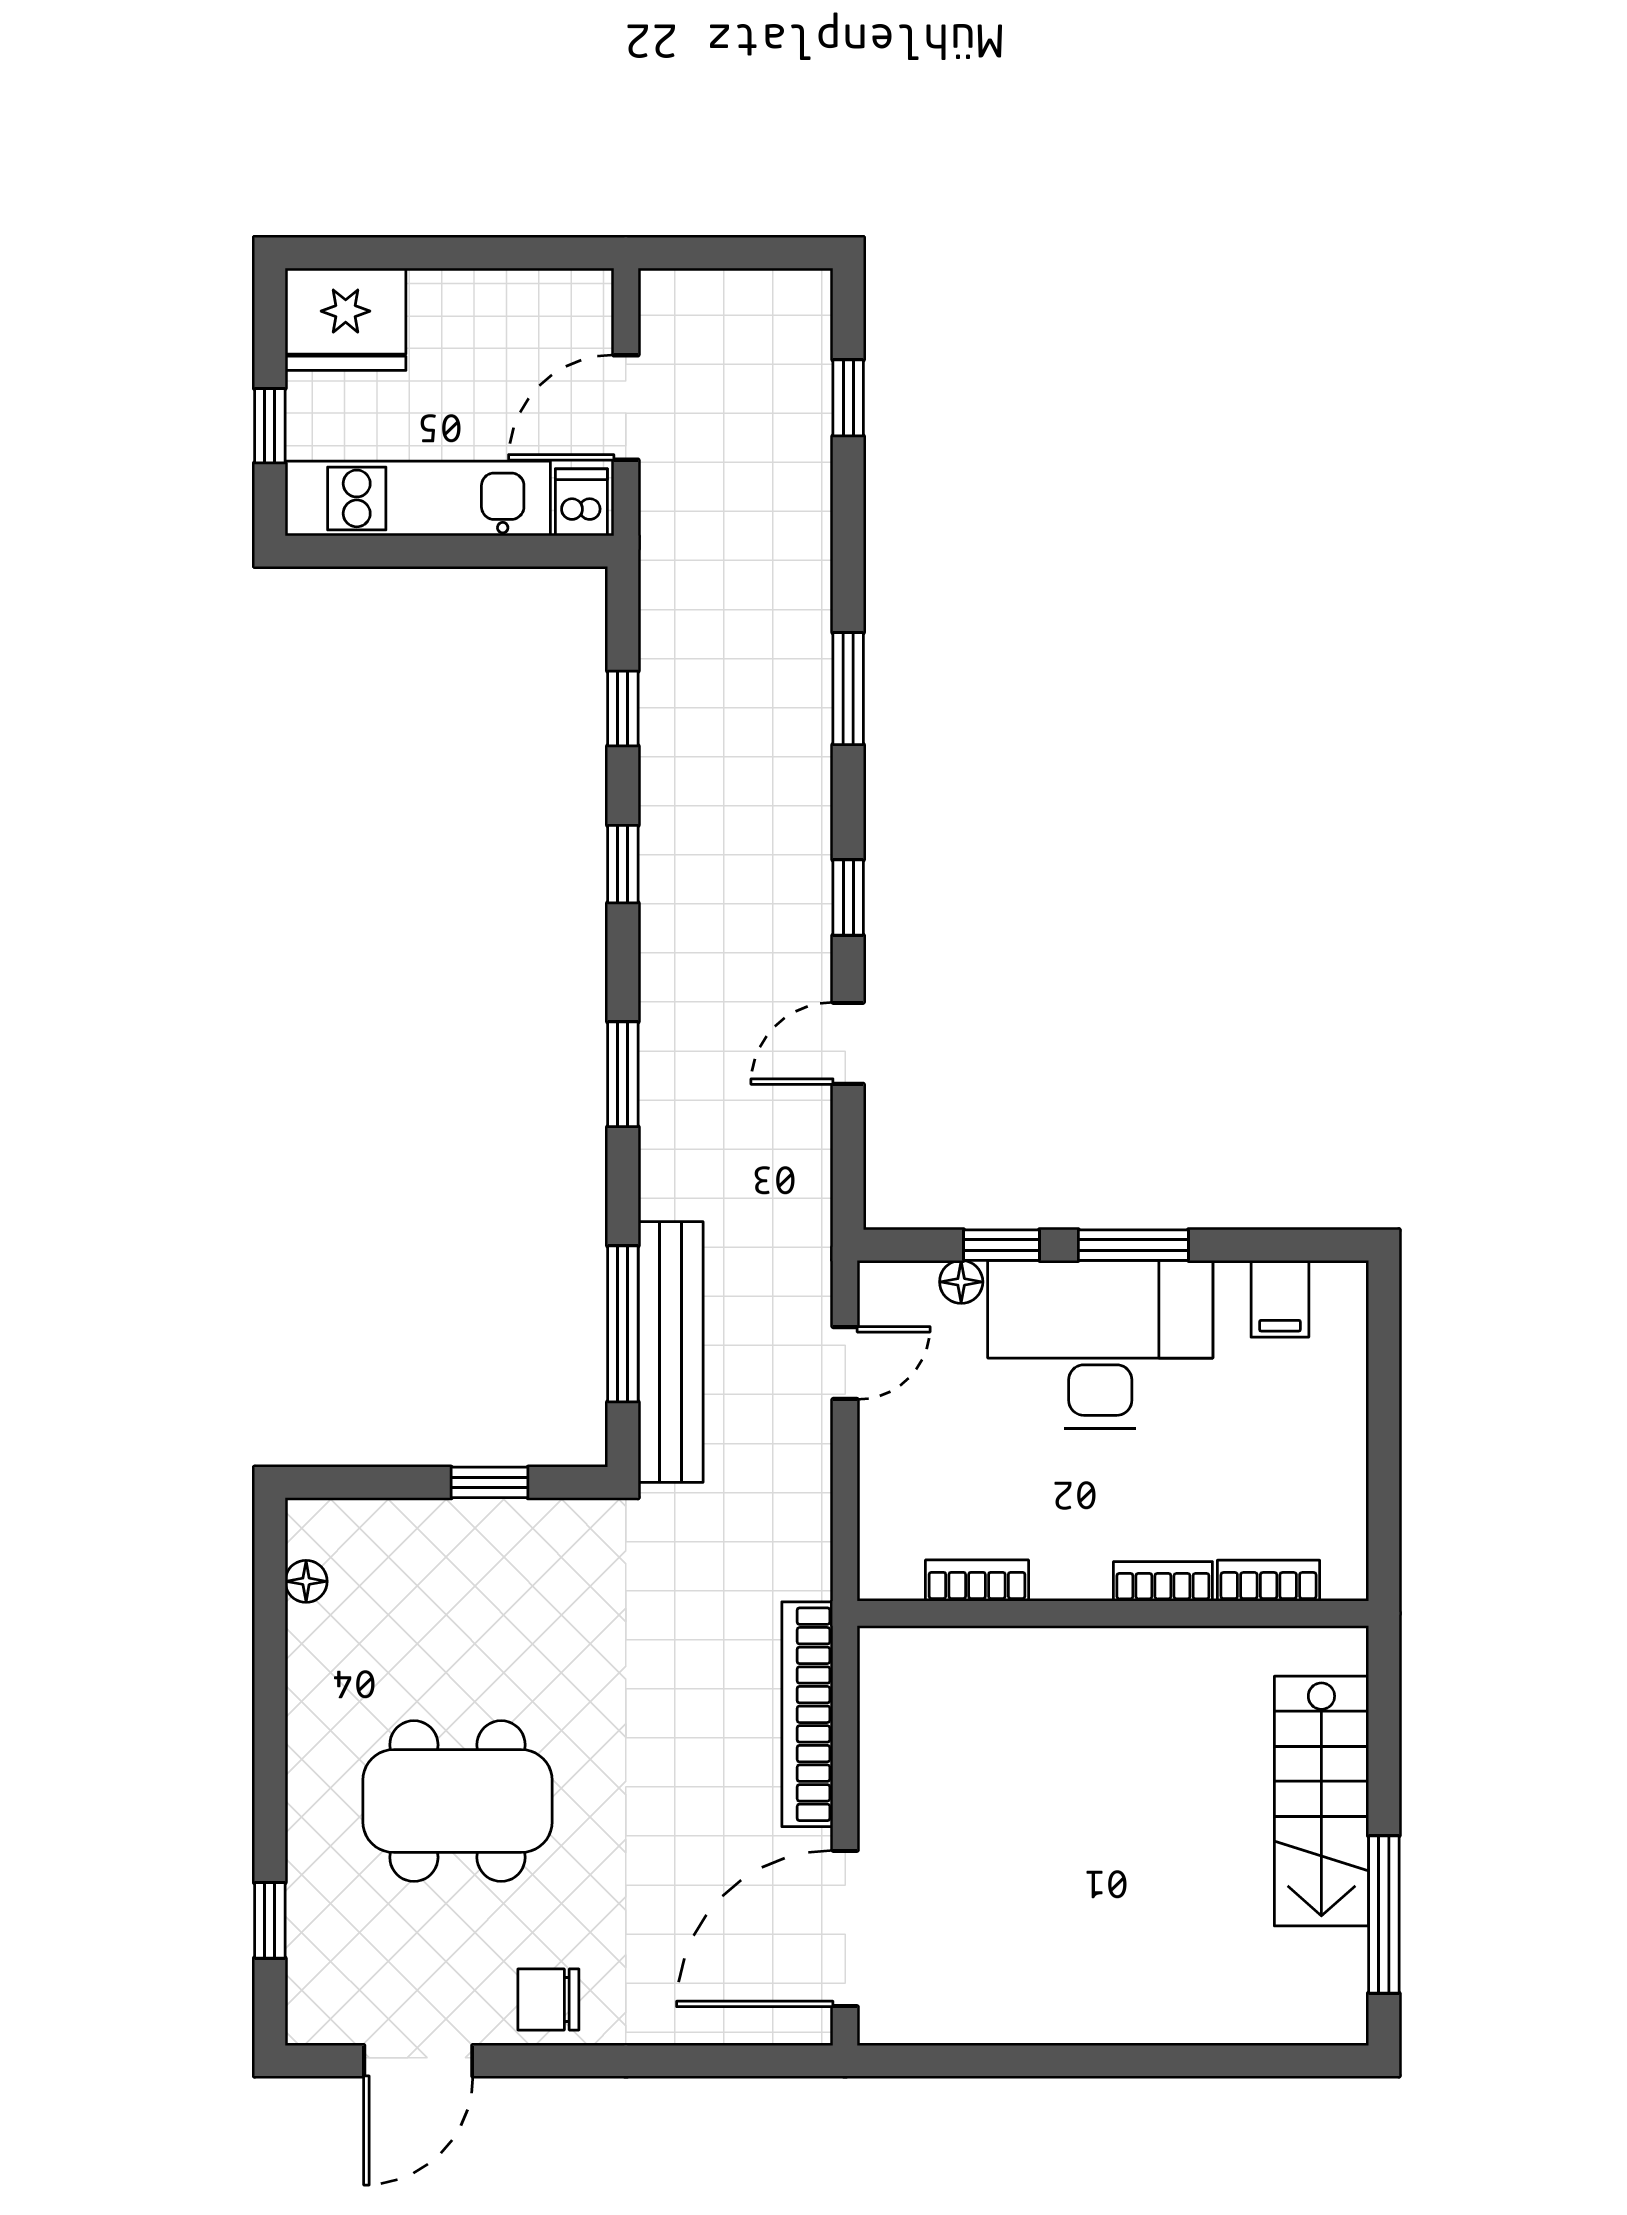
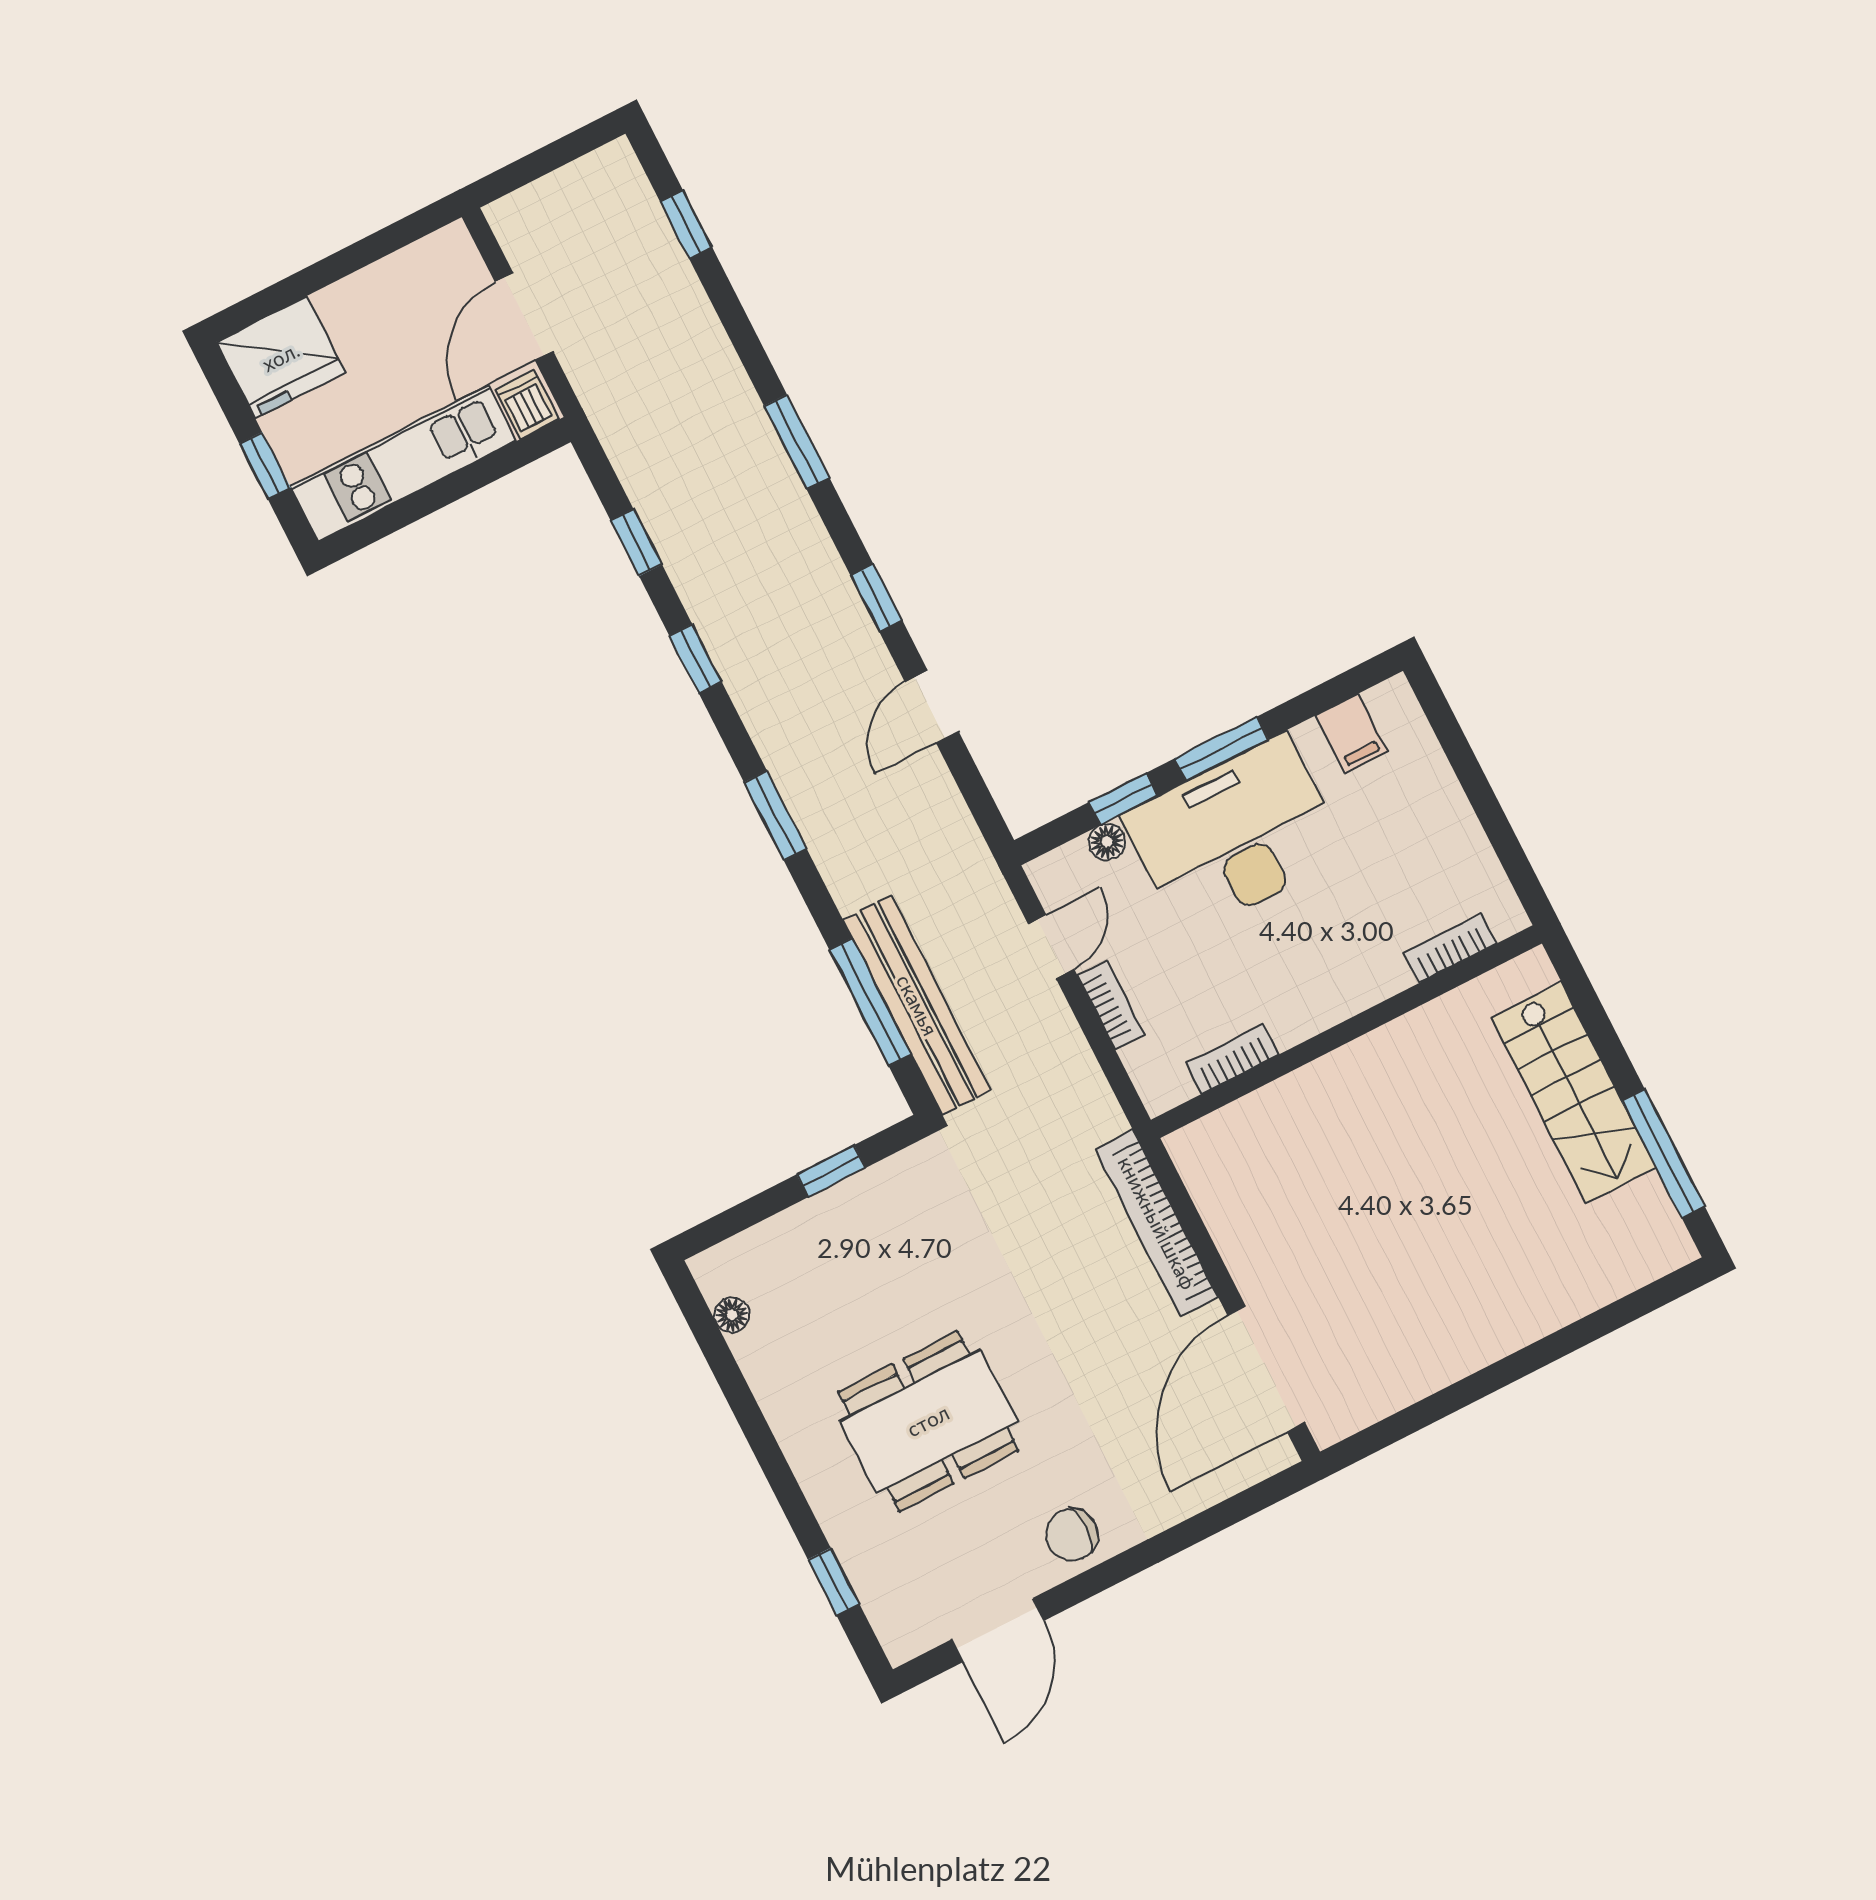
bookcase: (1163, 1581) -> (1111, 1005), moved, turned 90

